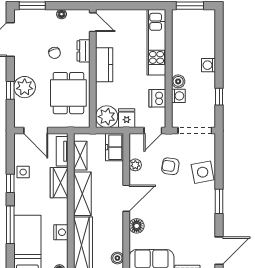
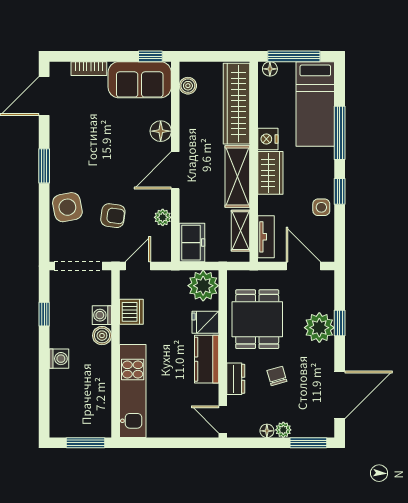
plant: (50, 15) -> (283, 430), added
fridge: (127, 118) -> (205, 322), moved, turned 90
wardrobe: (59, 183) -> (270, 173), moved
nightstand: (61, 232) -> (268, 139), moved

